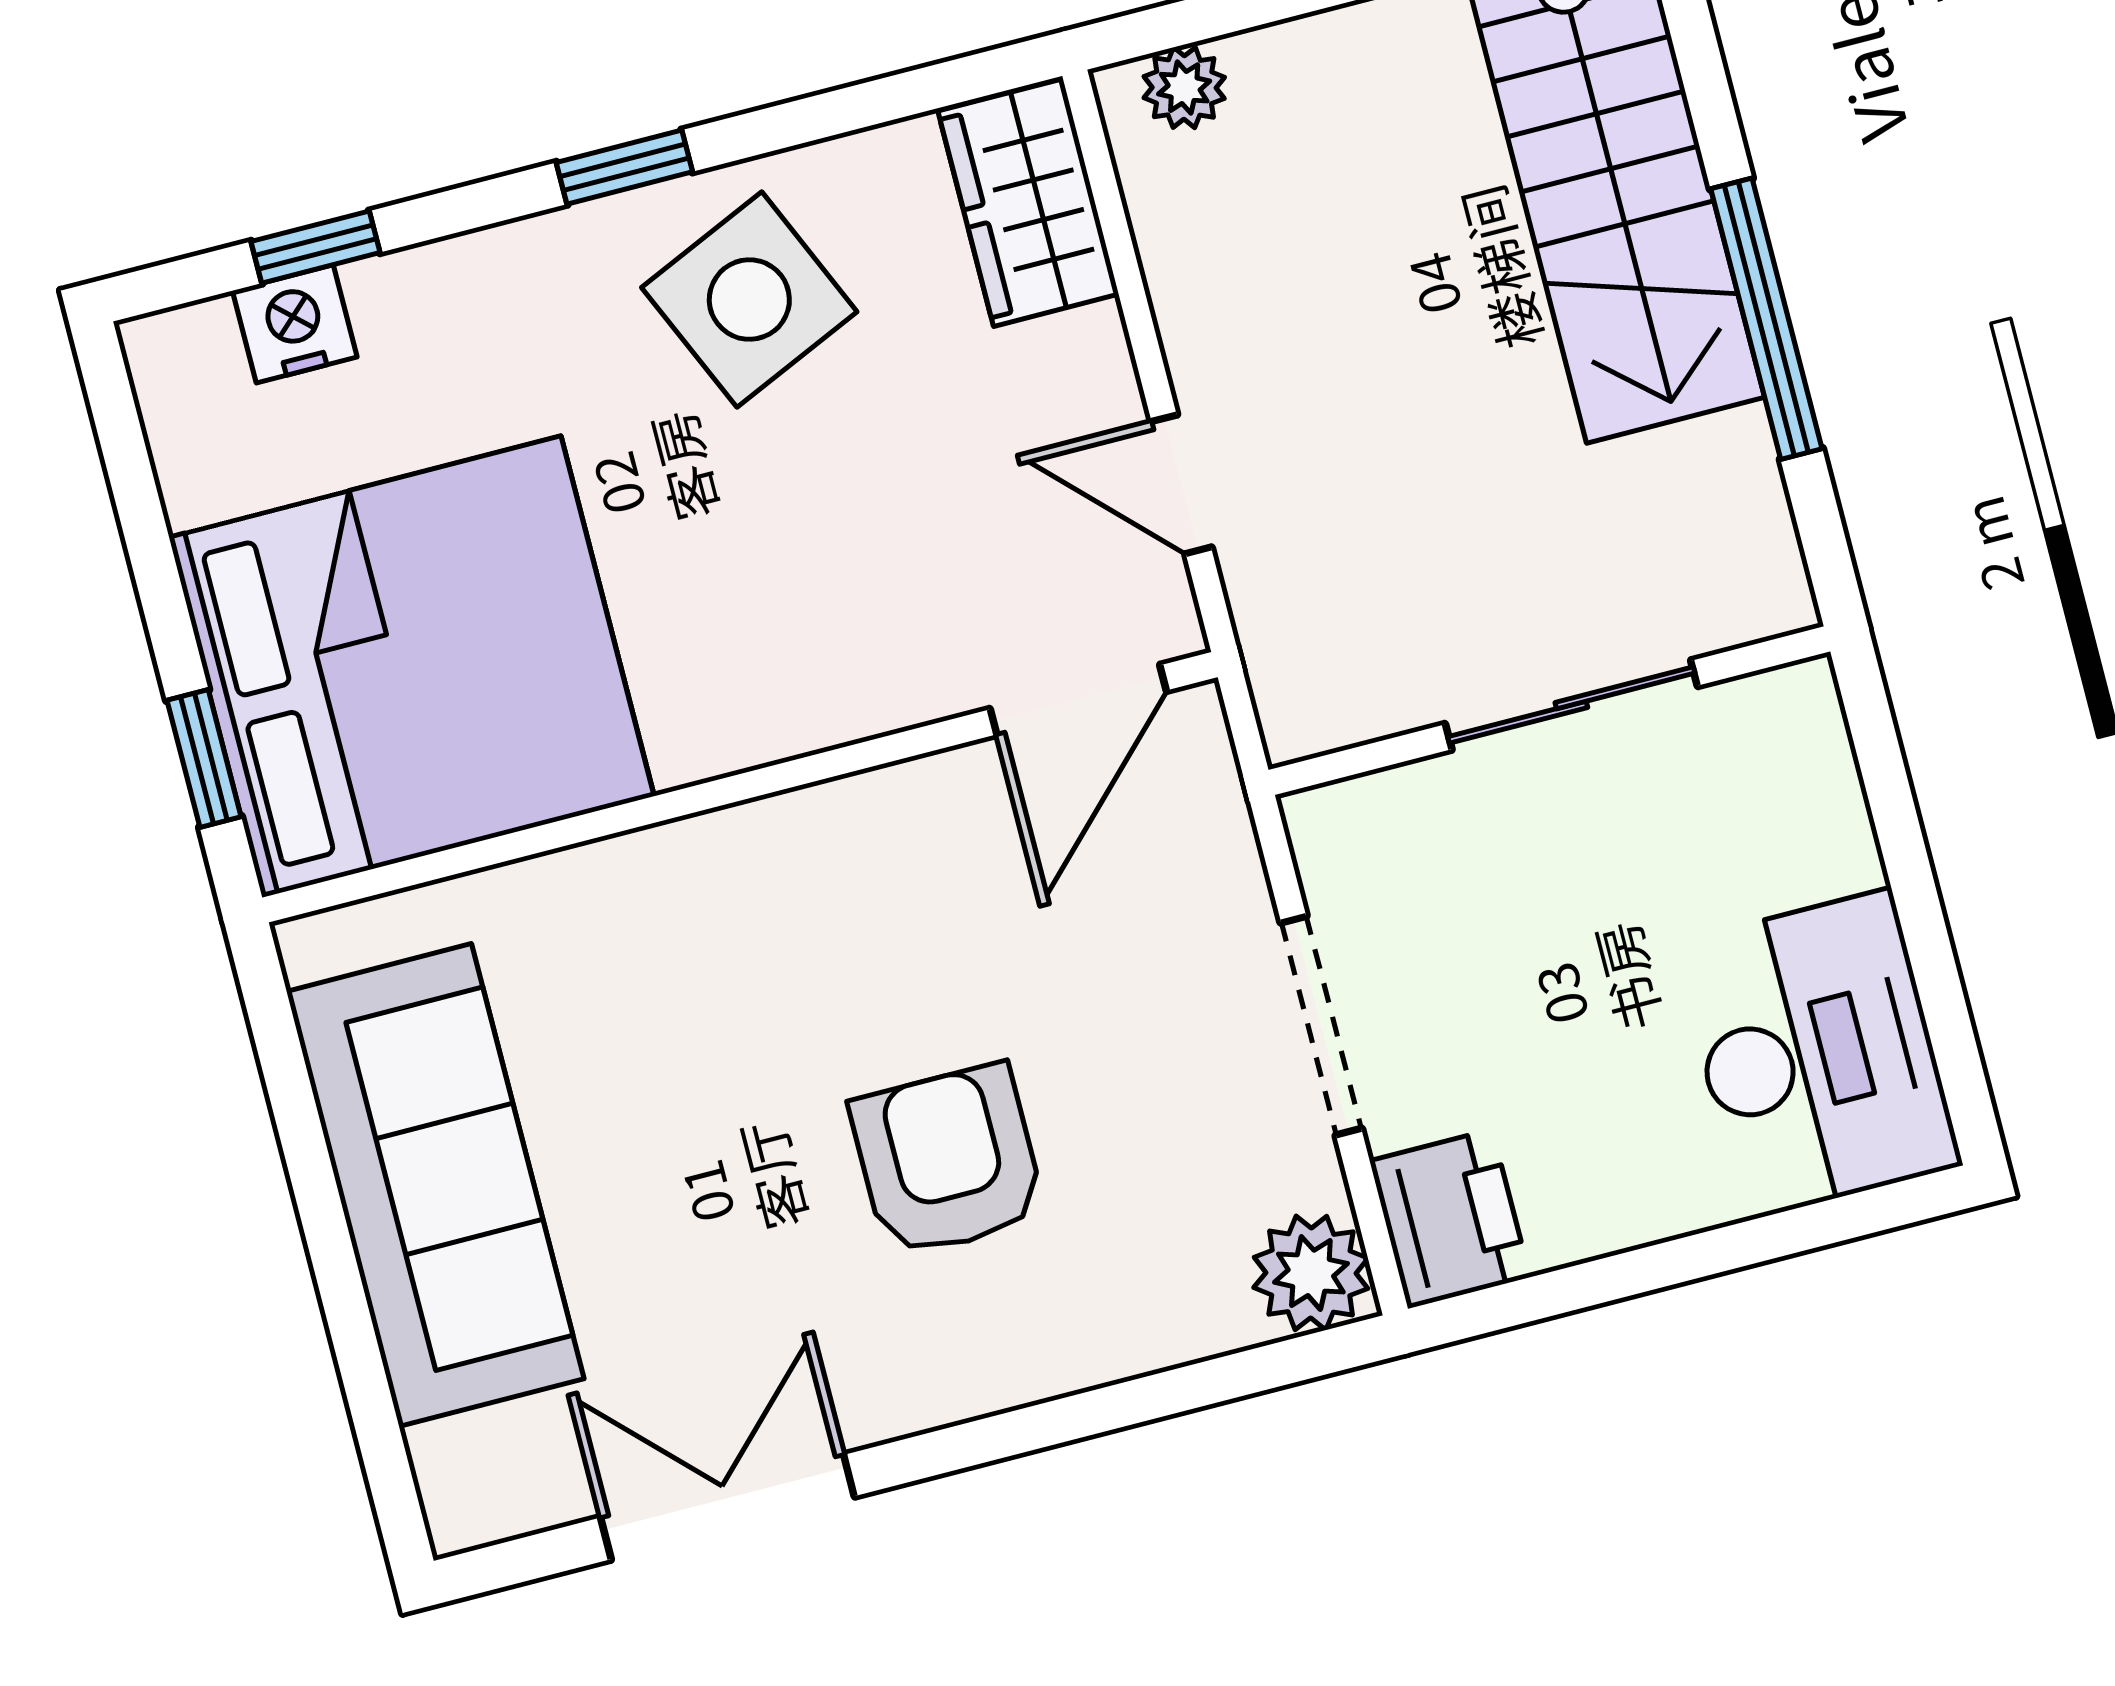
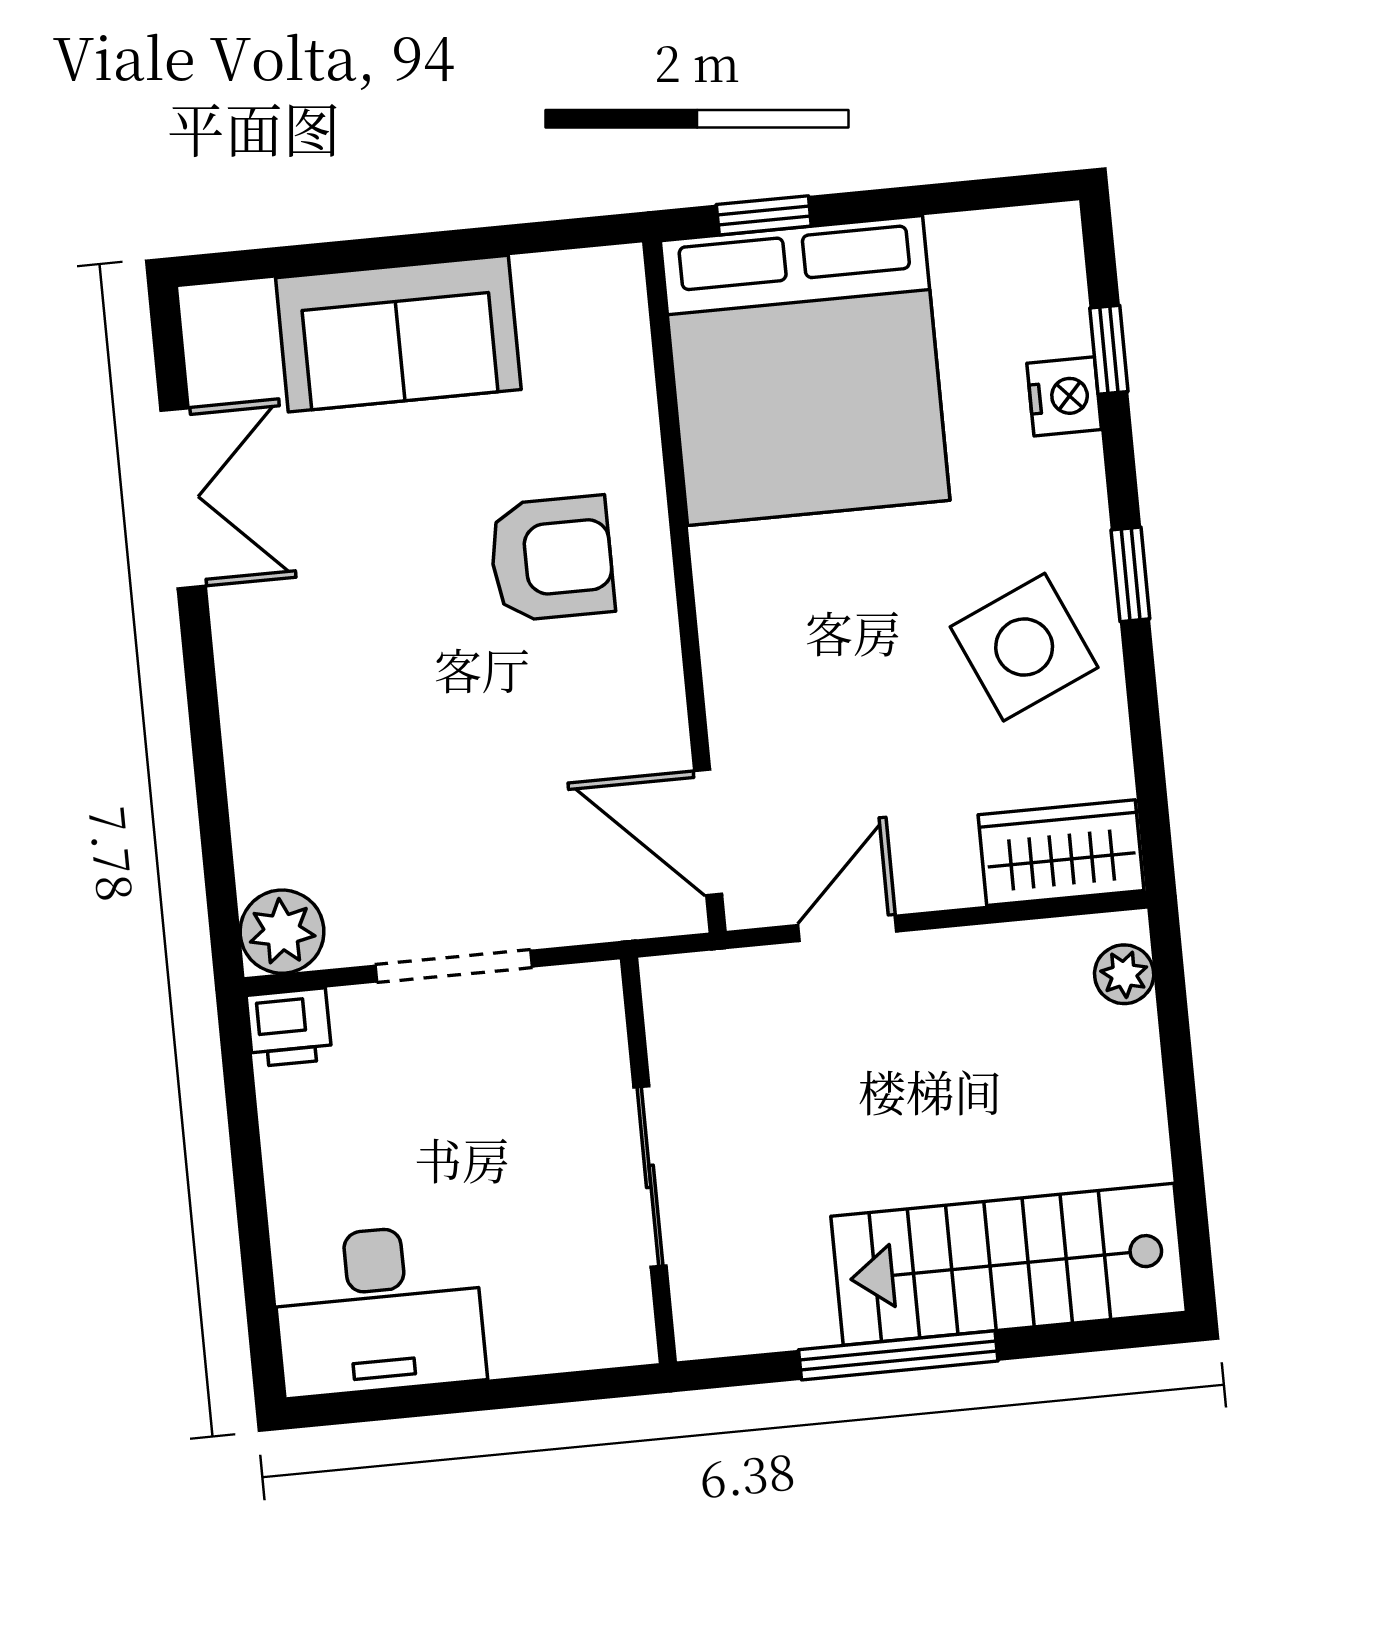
nightstand: (295, 324) -> (1064, 396), moved
armchair: (948, 1161) -> (552, 558), moved
sofa: (435, 1185) -> (398, 334), width x0.73
printer: (1450, 1219) -> (289, 1027), width x0.73, depth x0.81

